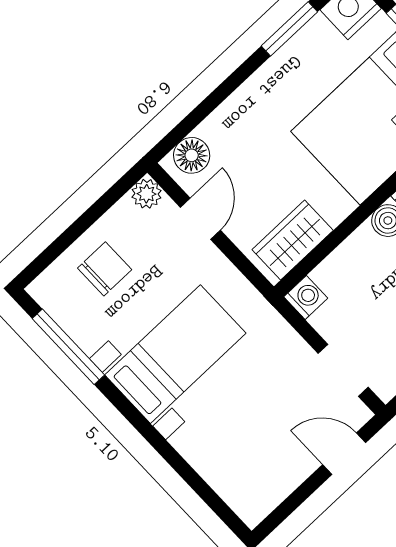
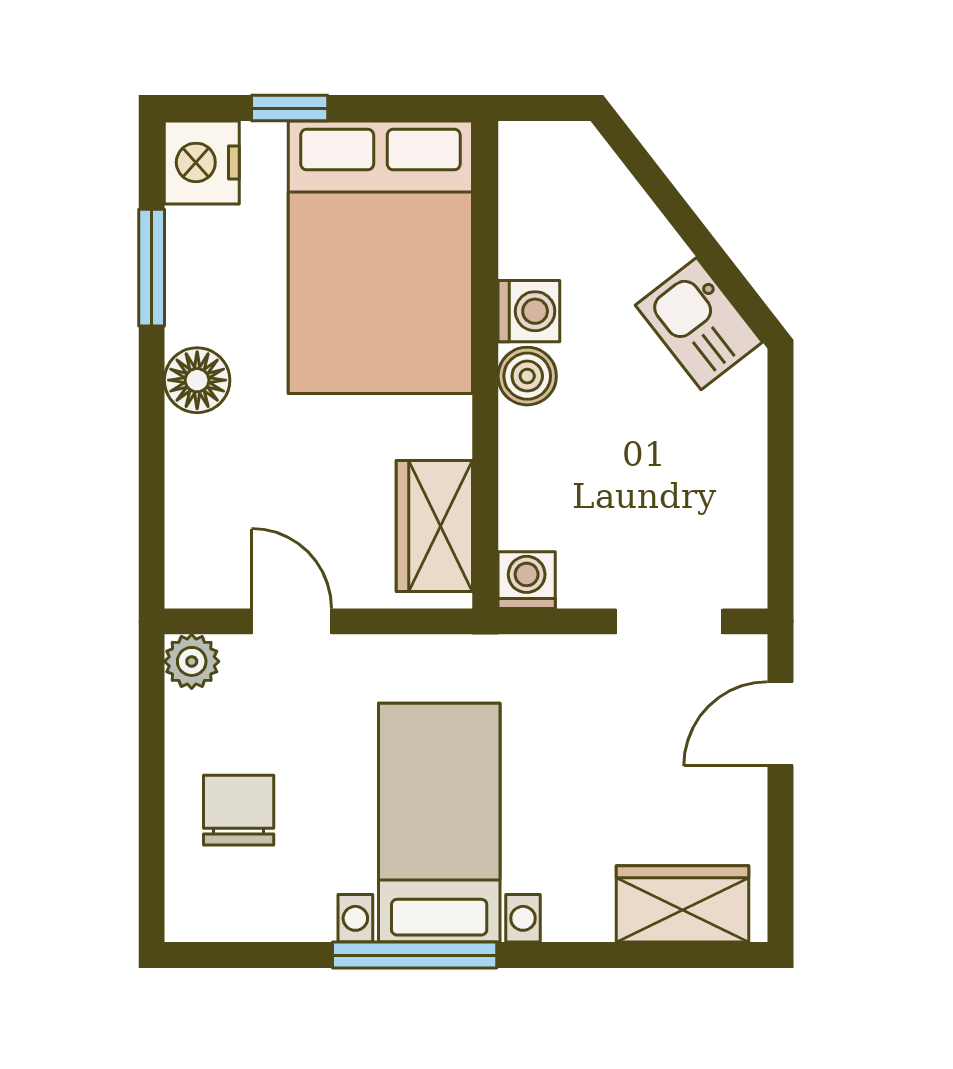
floor lamp: (192, 155) -> (197, 380), moved
window: (68, 347) -> (415, 955), moved
wardrobe: (235, 482) -> (682, 904), added

